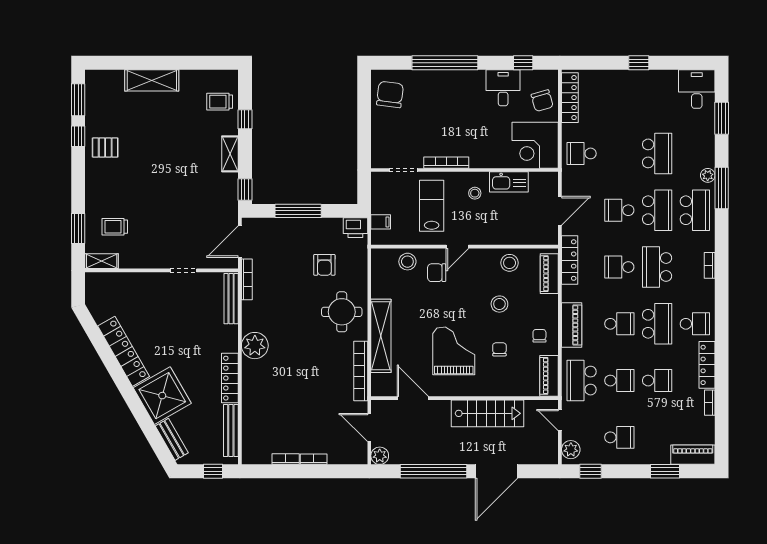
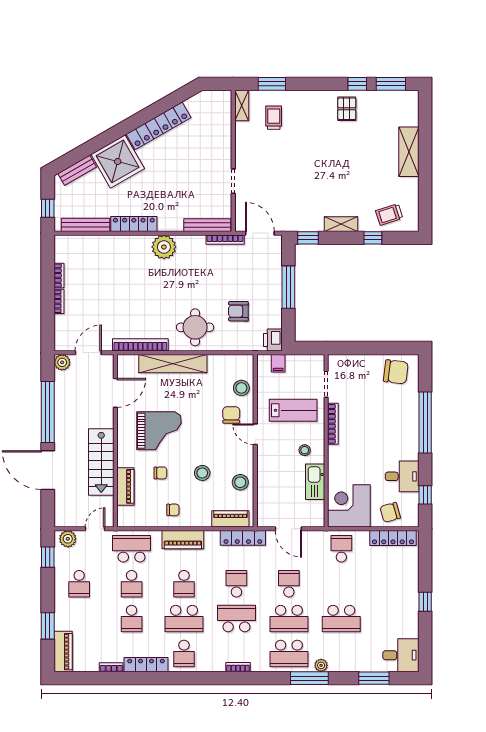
trolley: (220, 102) -> (389, 214), turned -108
piano: (549, 376) -> (125, 486), moved, turned 90

